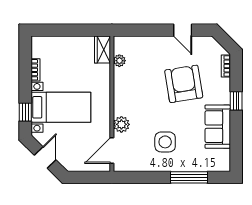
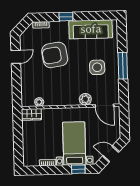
sofa: (218, 127) -> (91, 29), width x1.36
window: (189, 177) -> (123, 66), moved

